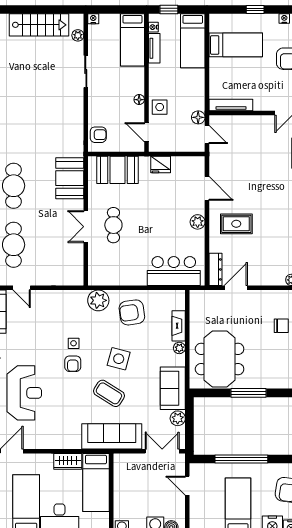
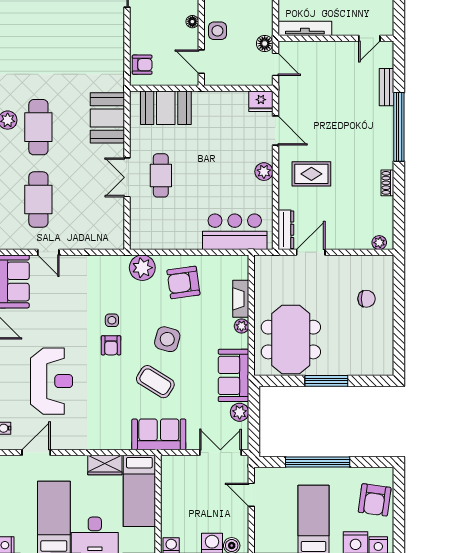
fridge: (161, 164) -> (261, 101), moved
sofa: (112, 436) -> (159, 434), width x0.73

